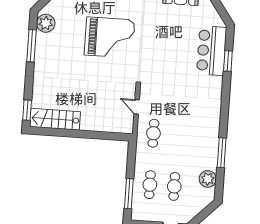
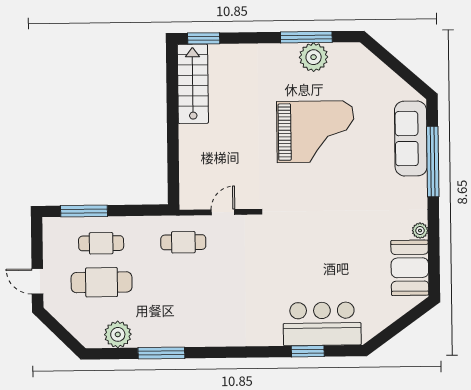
plant: (46, 23) -> (314, 57), moved
grand piano: (110, 38) -> (315, 132), moved, turned -90
cafe table: (174, 186) -> (102, 282), width x1.37, depth x1.35

